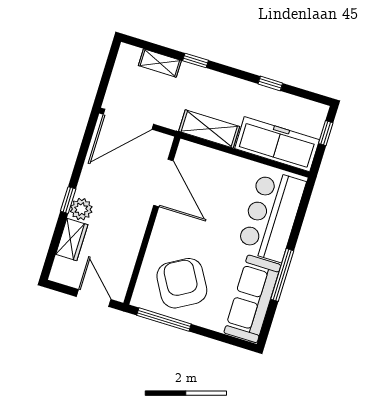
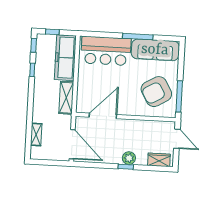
window: (196, 60) -> (34, 45), moved
wardrobe: (72, 240) -> (159, 160), moved
door: (94, 298) -> (177, 139), swing flipped

